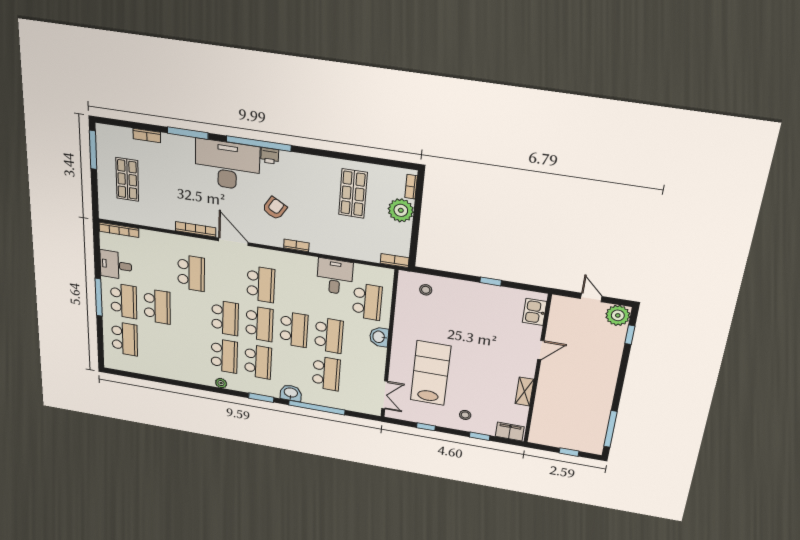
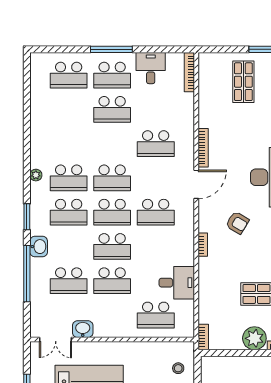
shop shelf: (127, 179) -> (243, 82), turned 90
washbasin: (379, 337) -> (83, 329), moved

